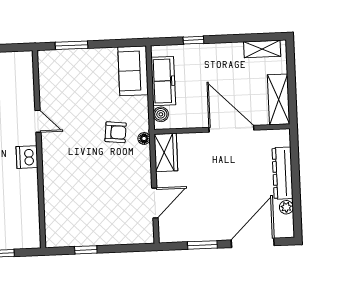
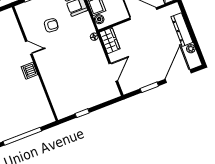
armchair: (116, 132) -> (51, 25), moved

